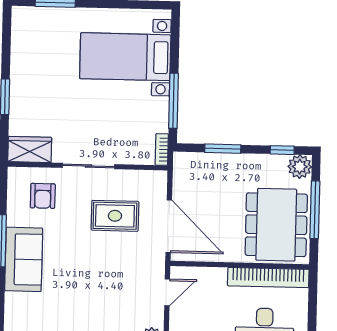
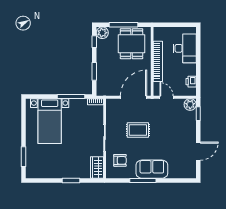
rug: (115, 216) -> (138, 130), moved, turned 90
dining table: (276, 225) -> (131, 44), width x0.73
bookcase: (268, 278) -> (158, 61), moved

